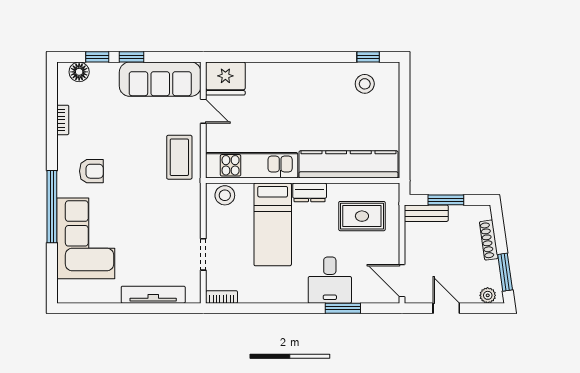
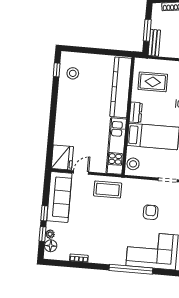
plant: (98, 69) -> (50, 234), added
armchair: (91, 171) -> (151, 212), moved
rug: (362, 216) -> (153, 82), turned 90

